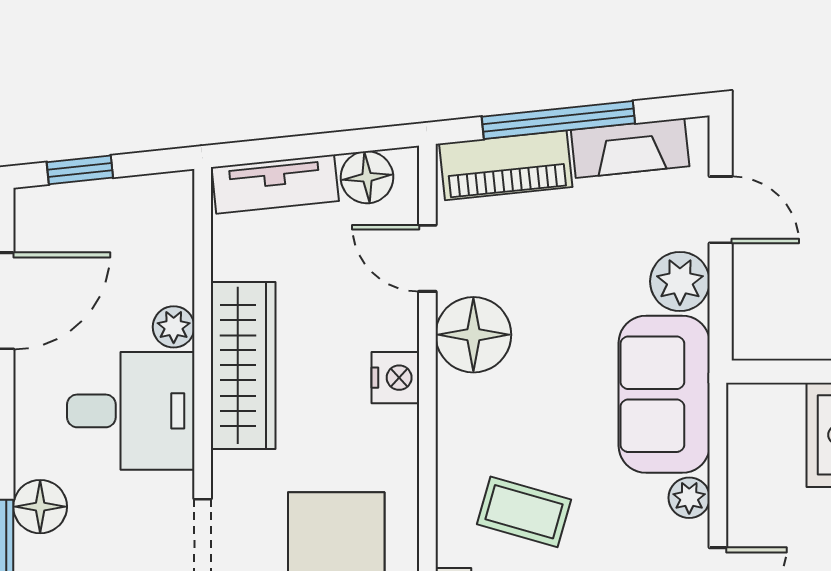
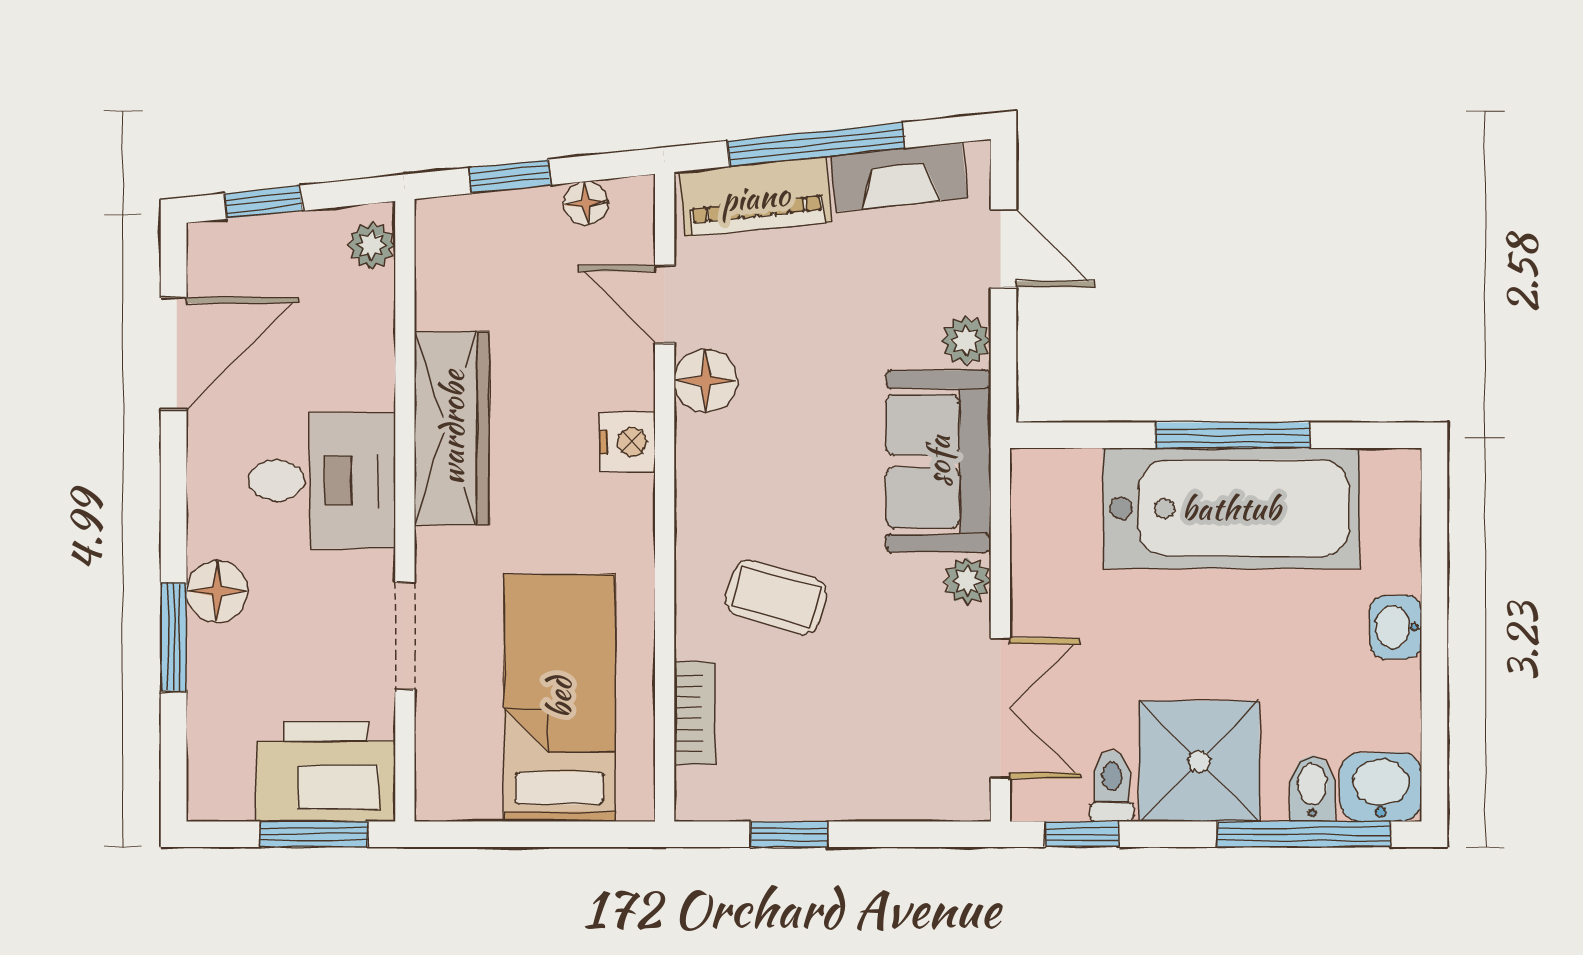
window: (294, 148) -> (510, 176), added
floor lamp: (367, 177) -> (586, 203), width x0.73, depth x0.73
tv unit: (275, 184) -> (489, 219), removed
plant: (680, 281) -> (966, 340), width x0.73, depth x0.73
plant: (174, 327) -> (371, 245), moved
floor lamp: (473, 335) -> (706, 381), width x0.73, depth x0.73

